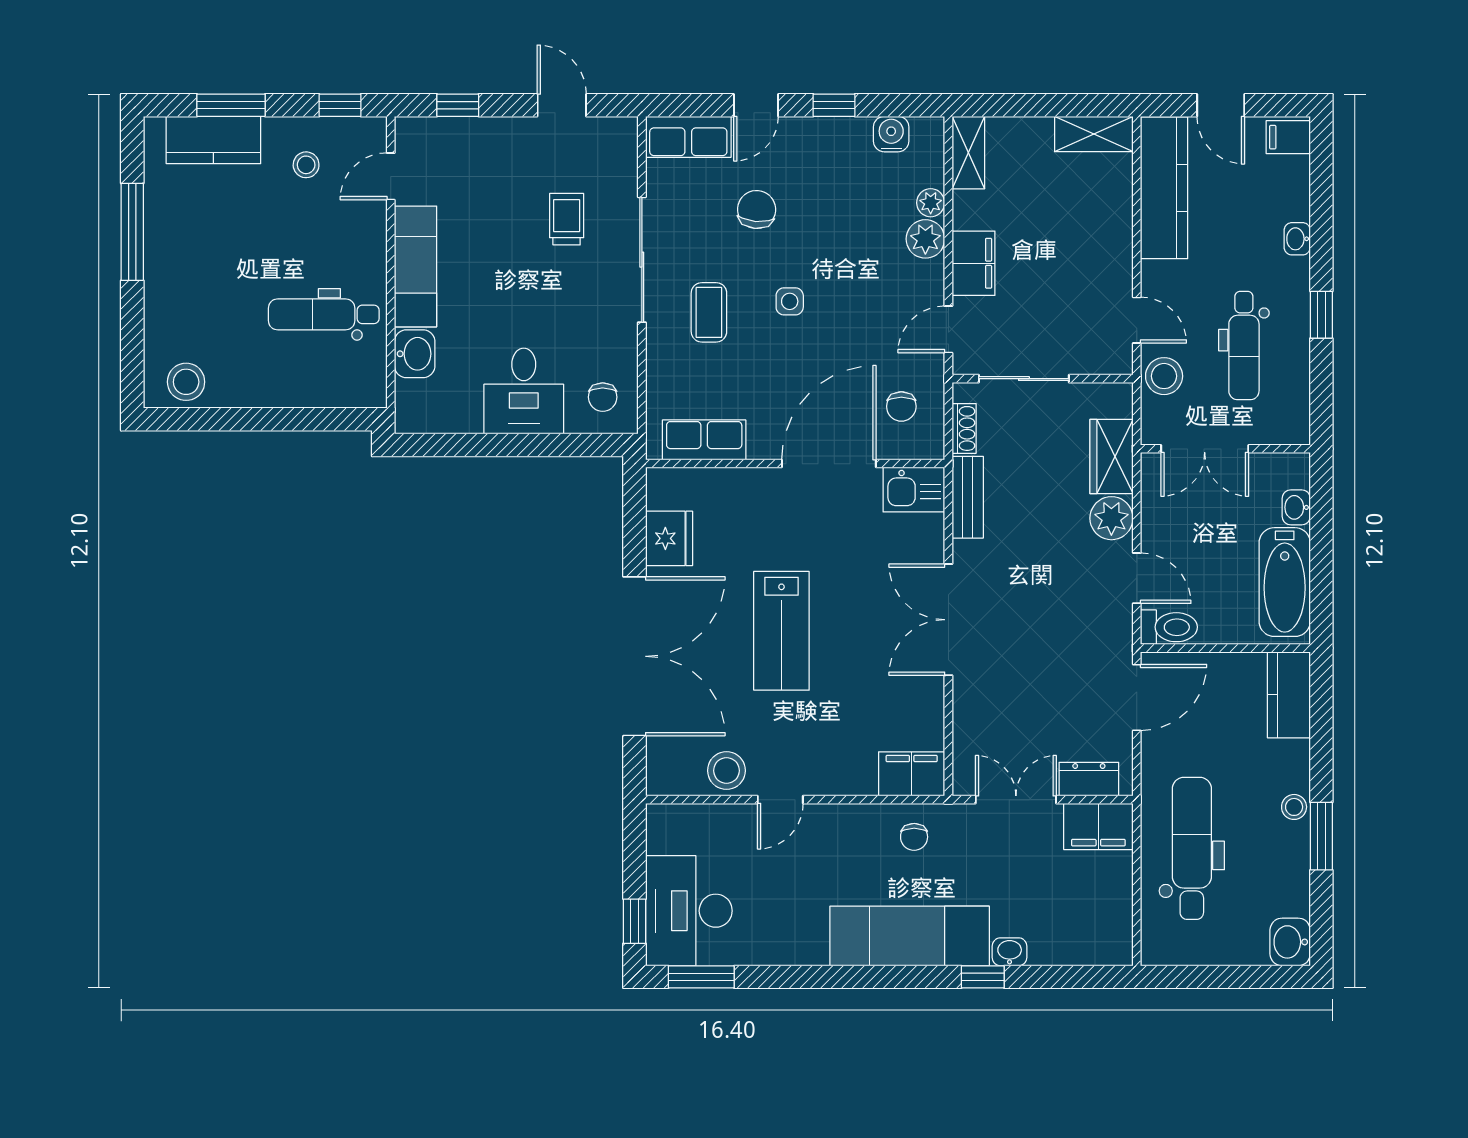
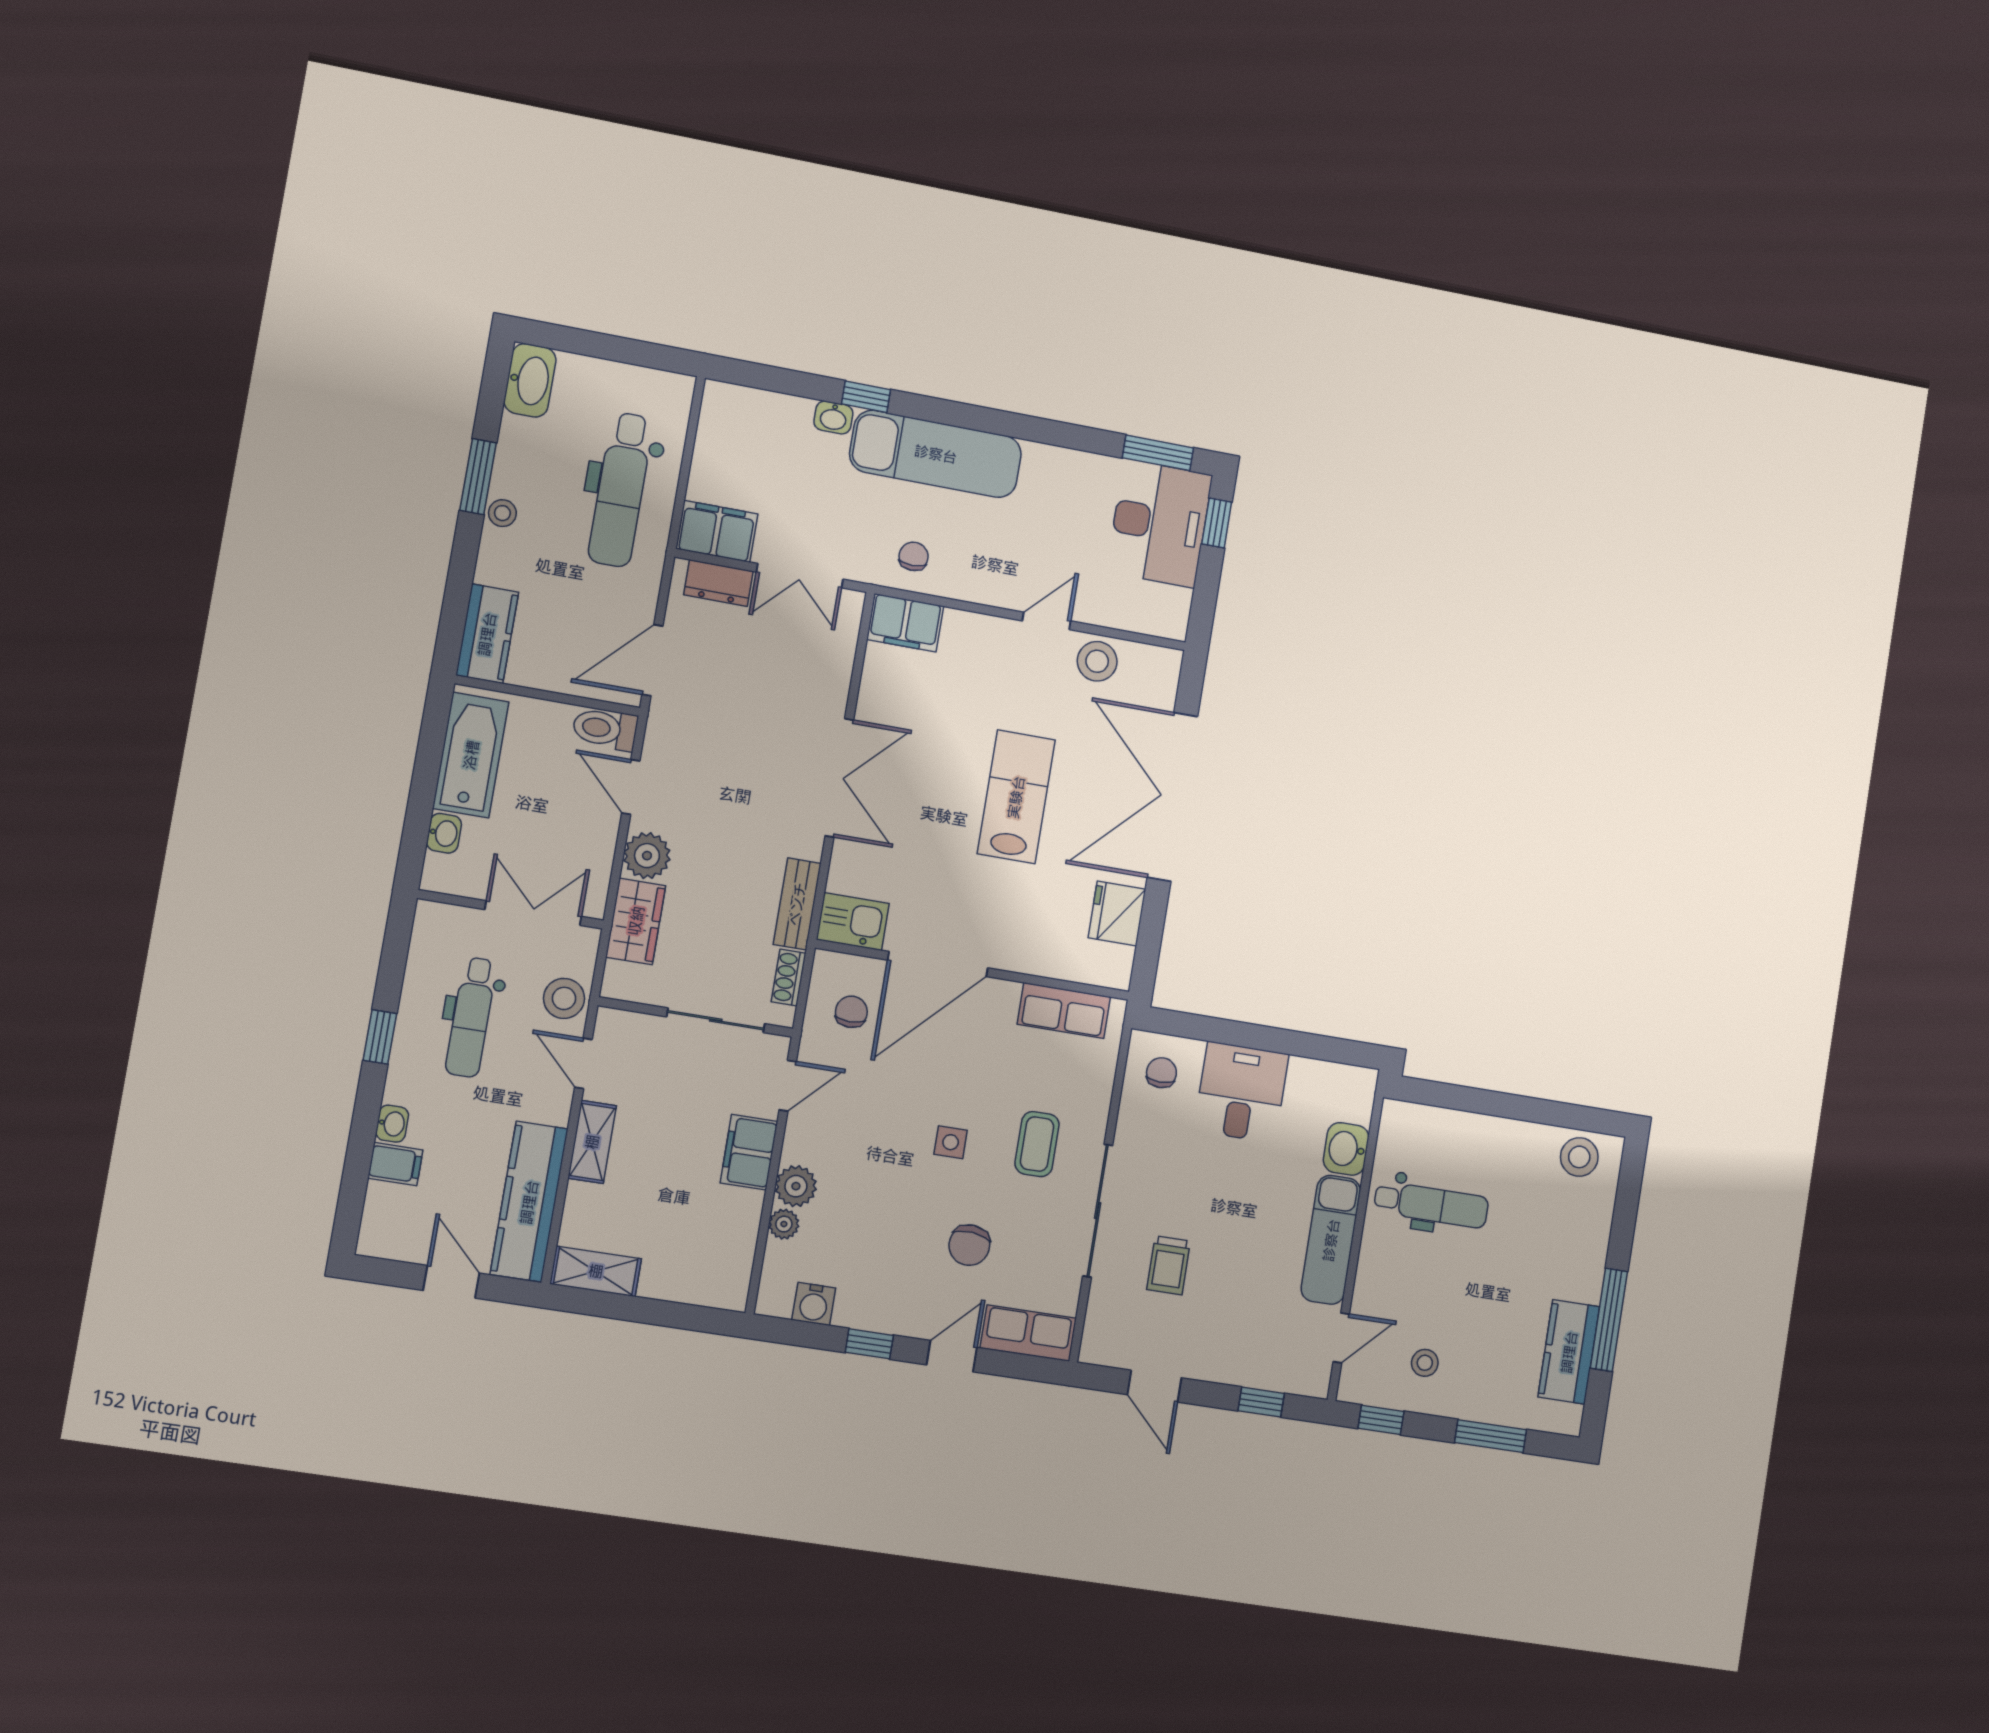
filing cabinet: (1288, 137) -> (395, 1164), moved
kitchen counter: (213, 140) -> (1569, 1352), moved, turned -90
shelving: (968, 153) -> (592, 1142), moved
dental chair: (1244, 346) -> (471, 1017), turned 180
washbasin: (1290, 942) -> (530, 380), width x1.38

